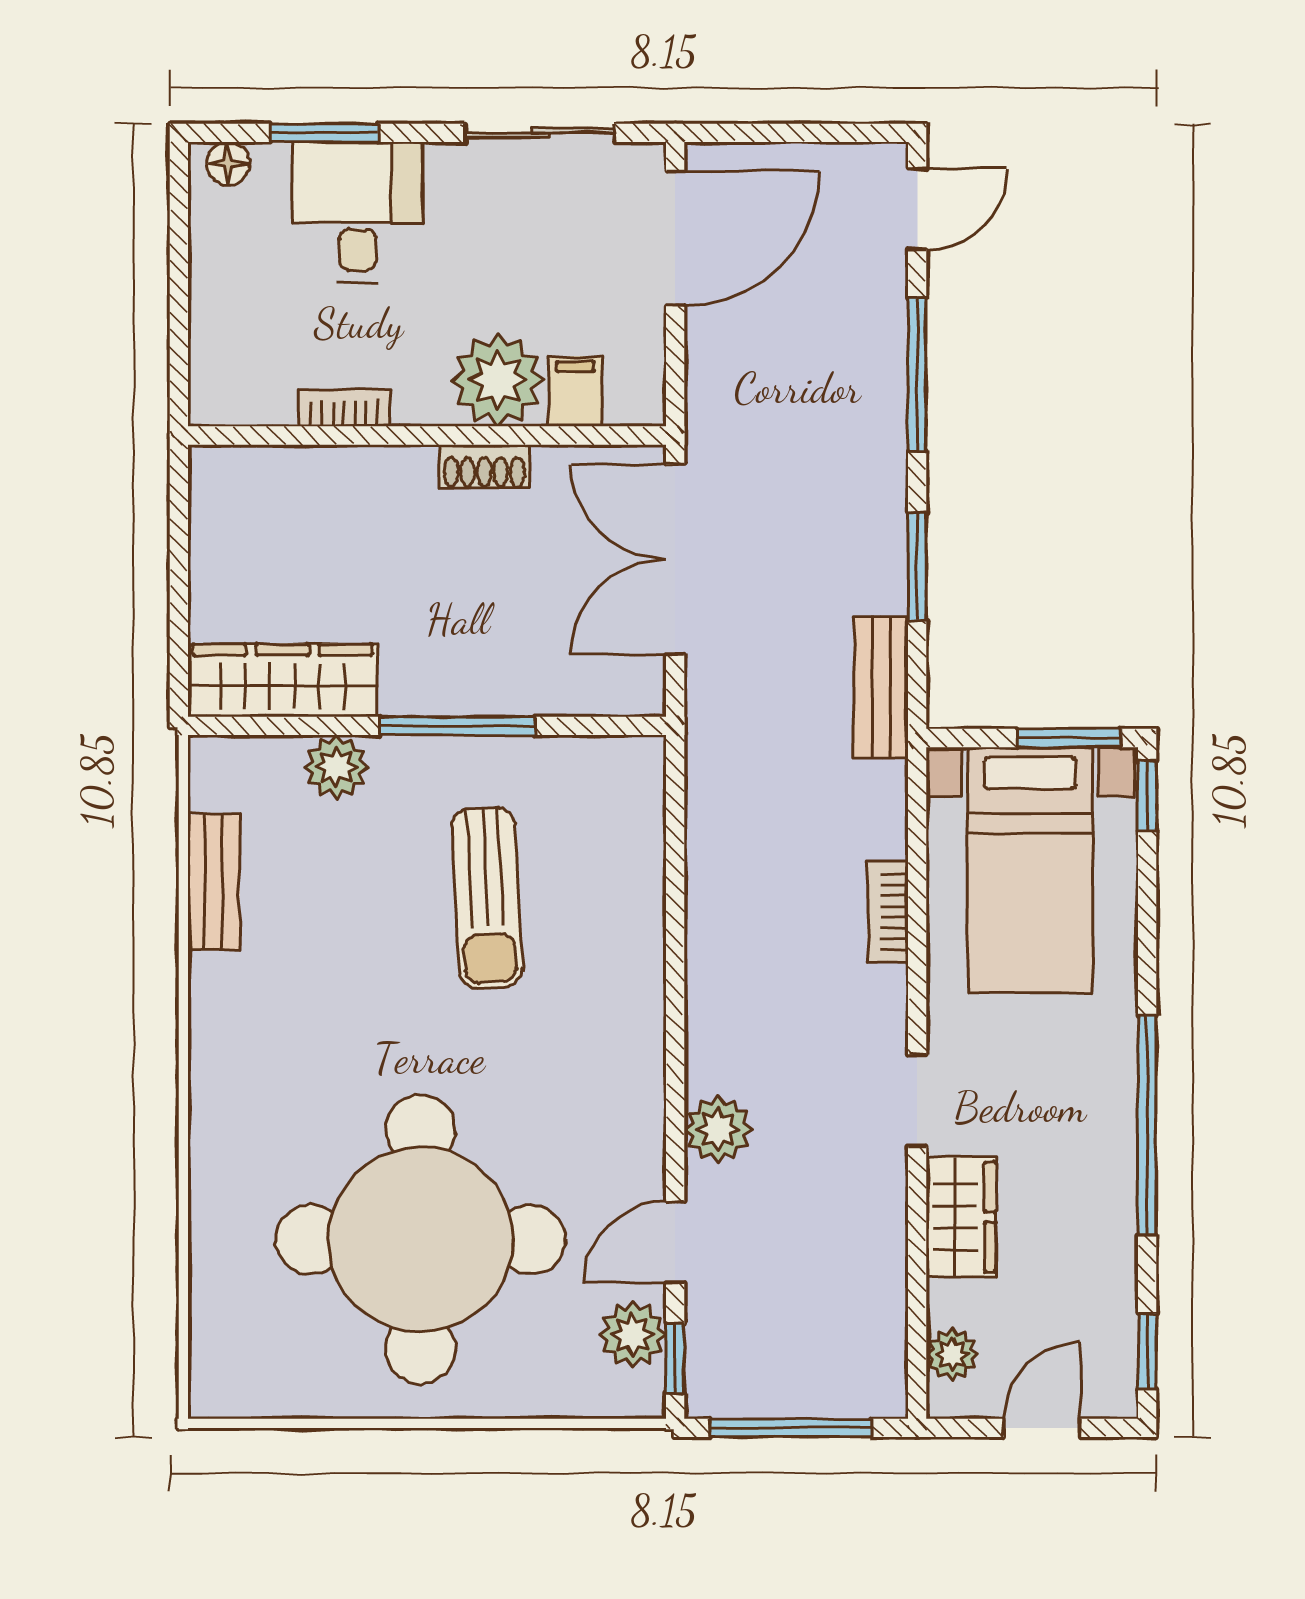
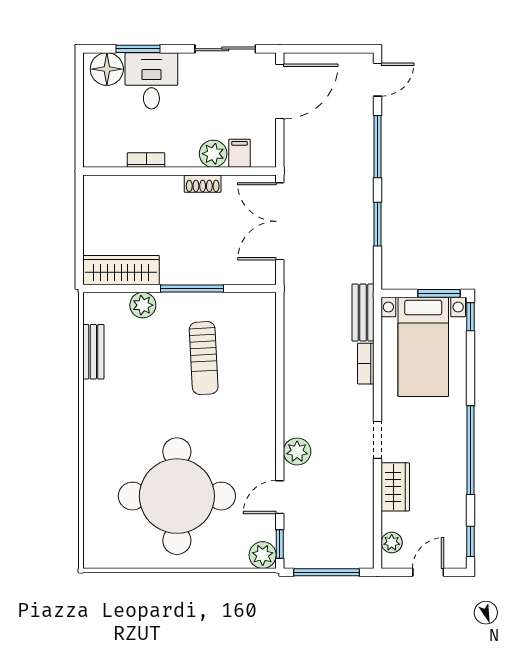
floor lamp: (228, 164) -> (107, 69), width x1.89, depth x1.89
plant: (498, 380) -> (213, 154), width x0.73, depth x0.73
bench: (881, 687) -> (363, 313), moved
plant: (633, 1335) -> (263, 555), moved

